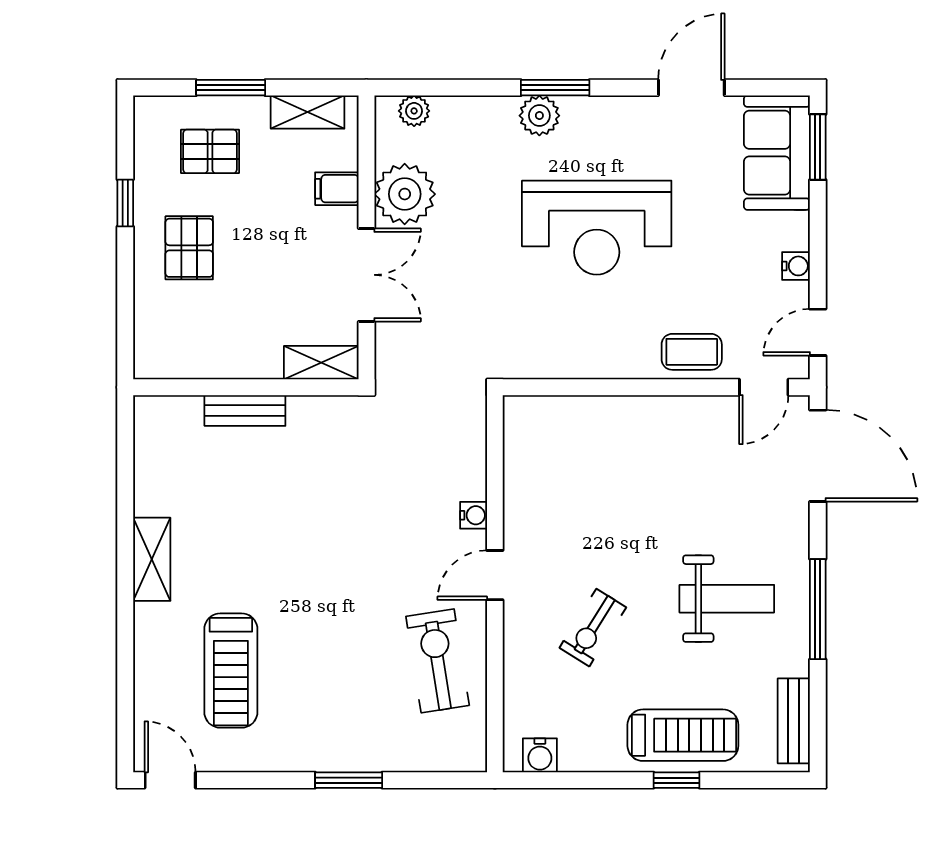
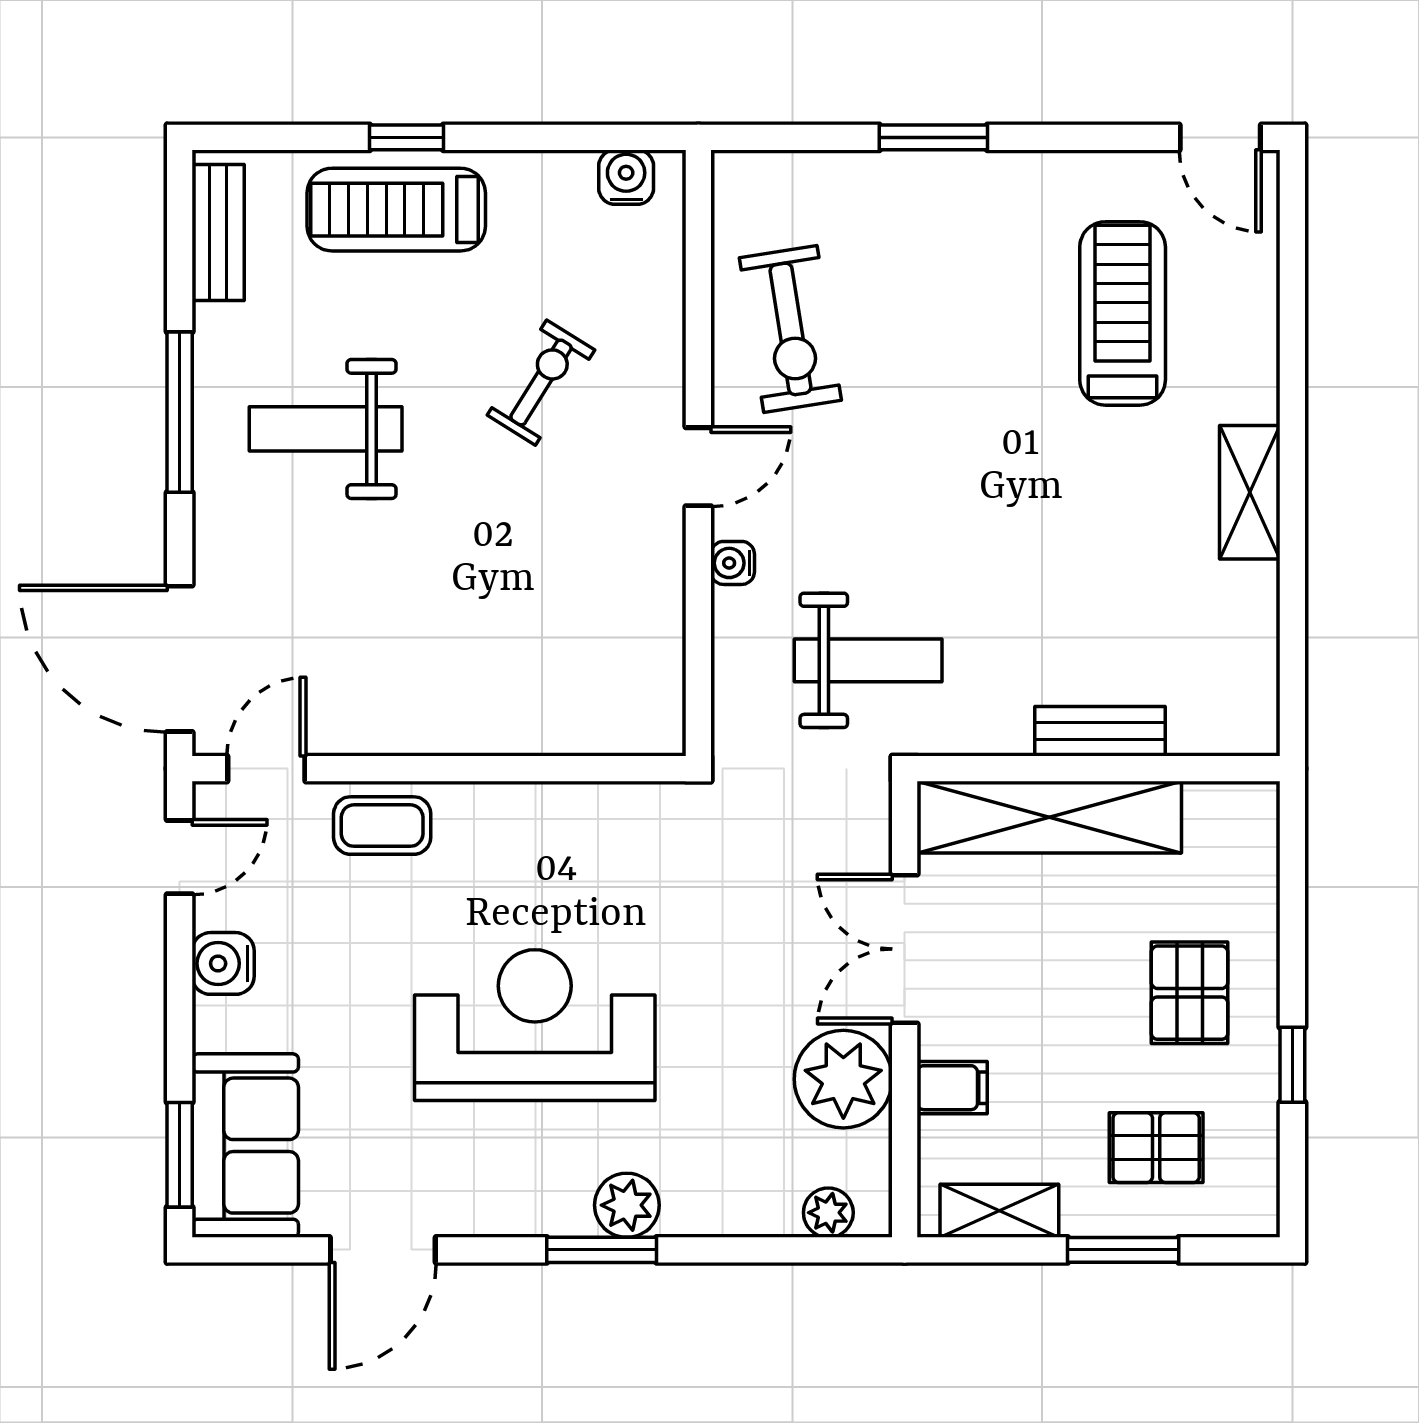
water cooler: (796, 266) -> (223, 963), width x1.38, depth x1.38
shelving: (321, 363) -> (1049, 817), width x2.20, depth x1.33
weight bench: (389, 455) -> (868, 660), added

